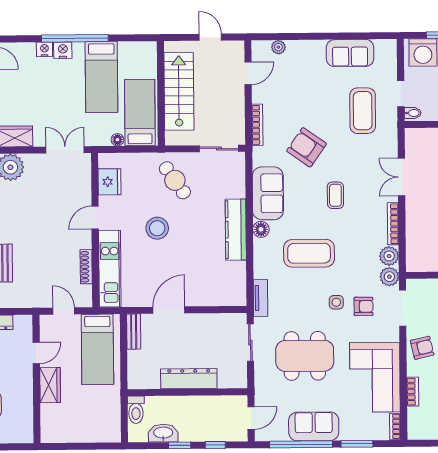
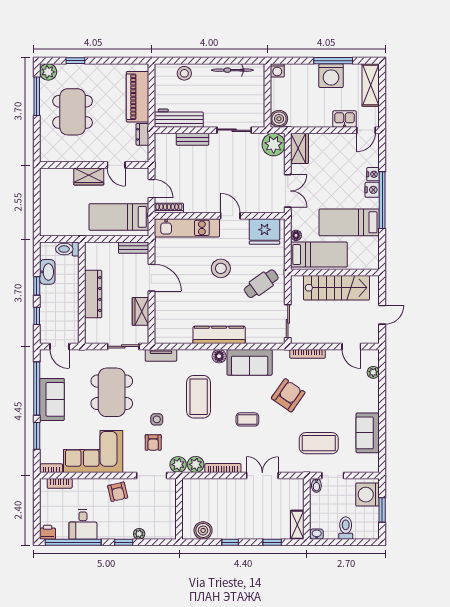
fridge: (110, 182) -> (264, 232), width x1.36, depth x1.34
shoe rack: (86, 267) -> (169, 208), moved
door: (64, 311) -> (151, 189), hinge flipped
wardrobe: (209, 323) -> (140, 311), added
bookcase: (413, 392) -> (60, 483), moved

